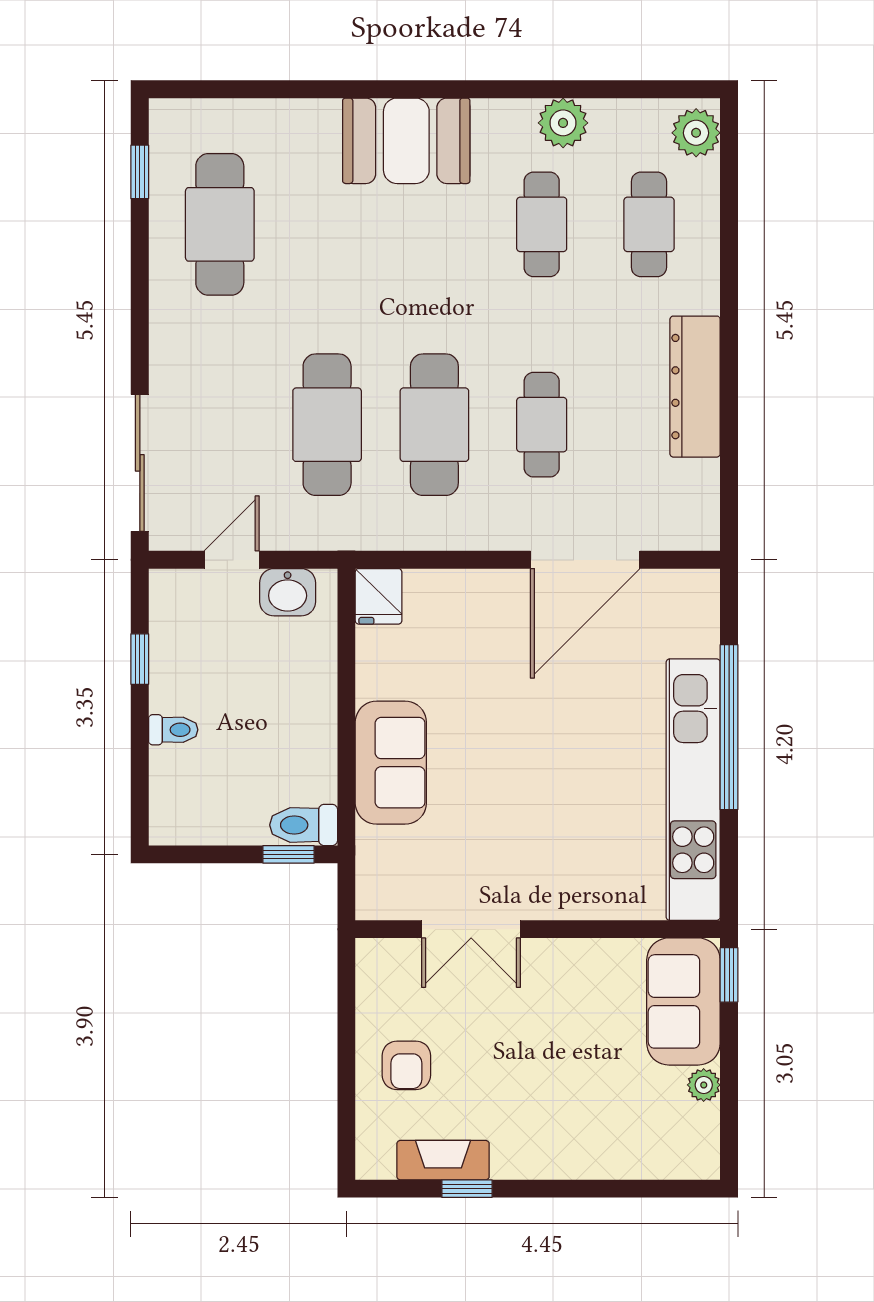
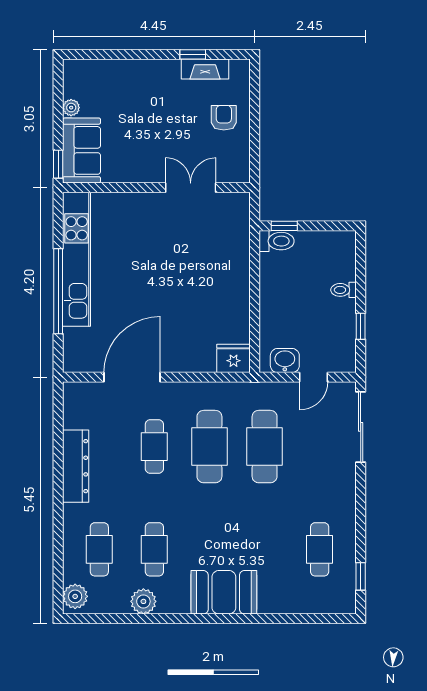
cafe table: (220, 224) -> (320, 549), width x0.73, depth x0.74
fridge: (379, 596) -> (234, 358), width x1.38
sofa: (391, 763) -> (232, 273), removed

